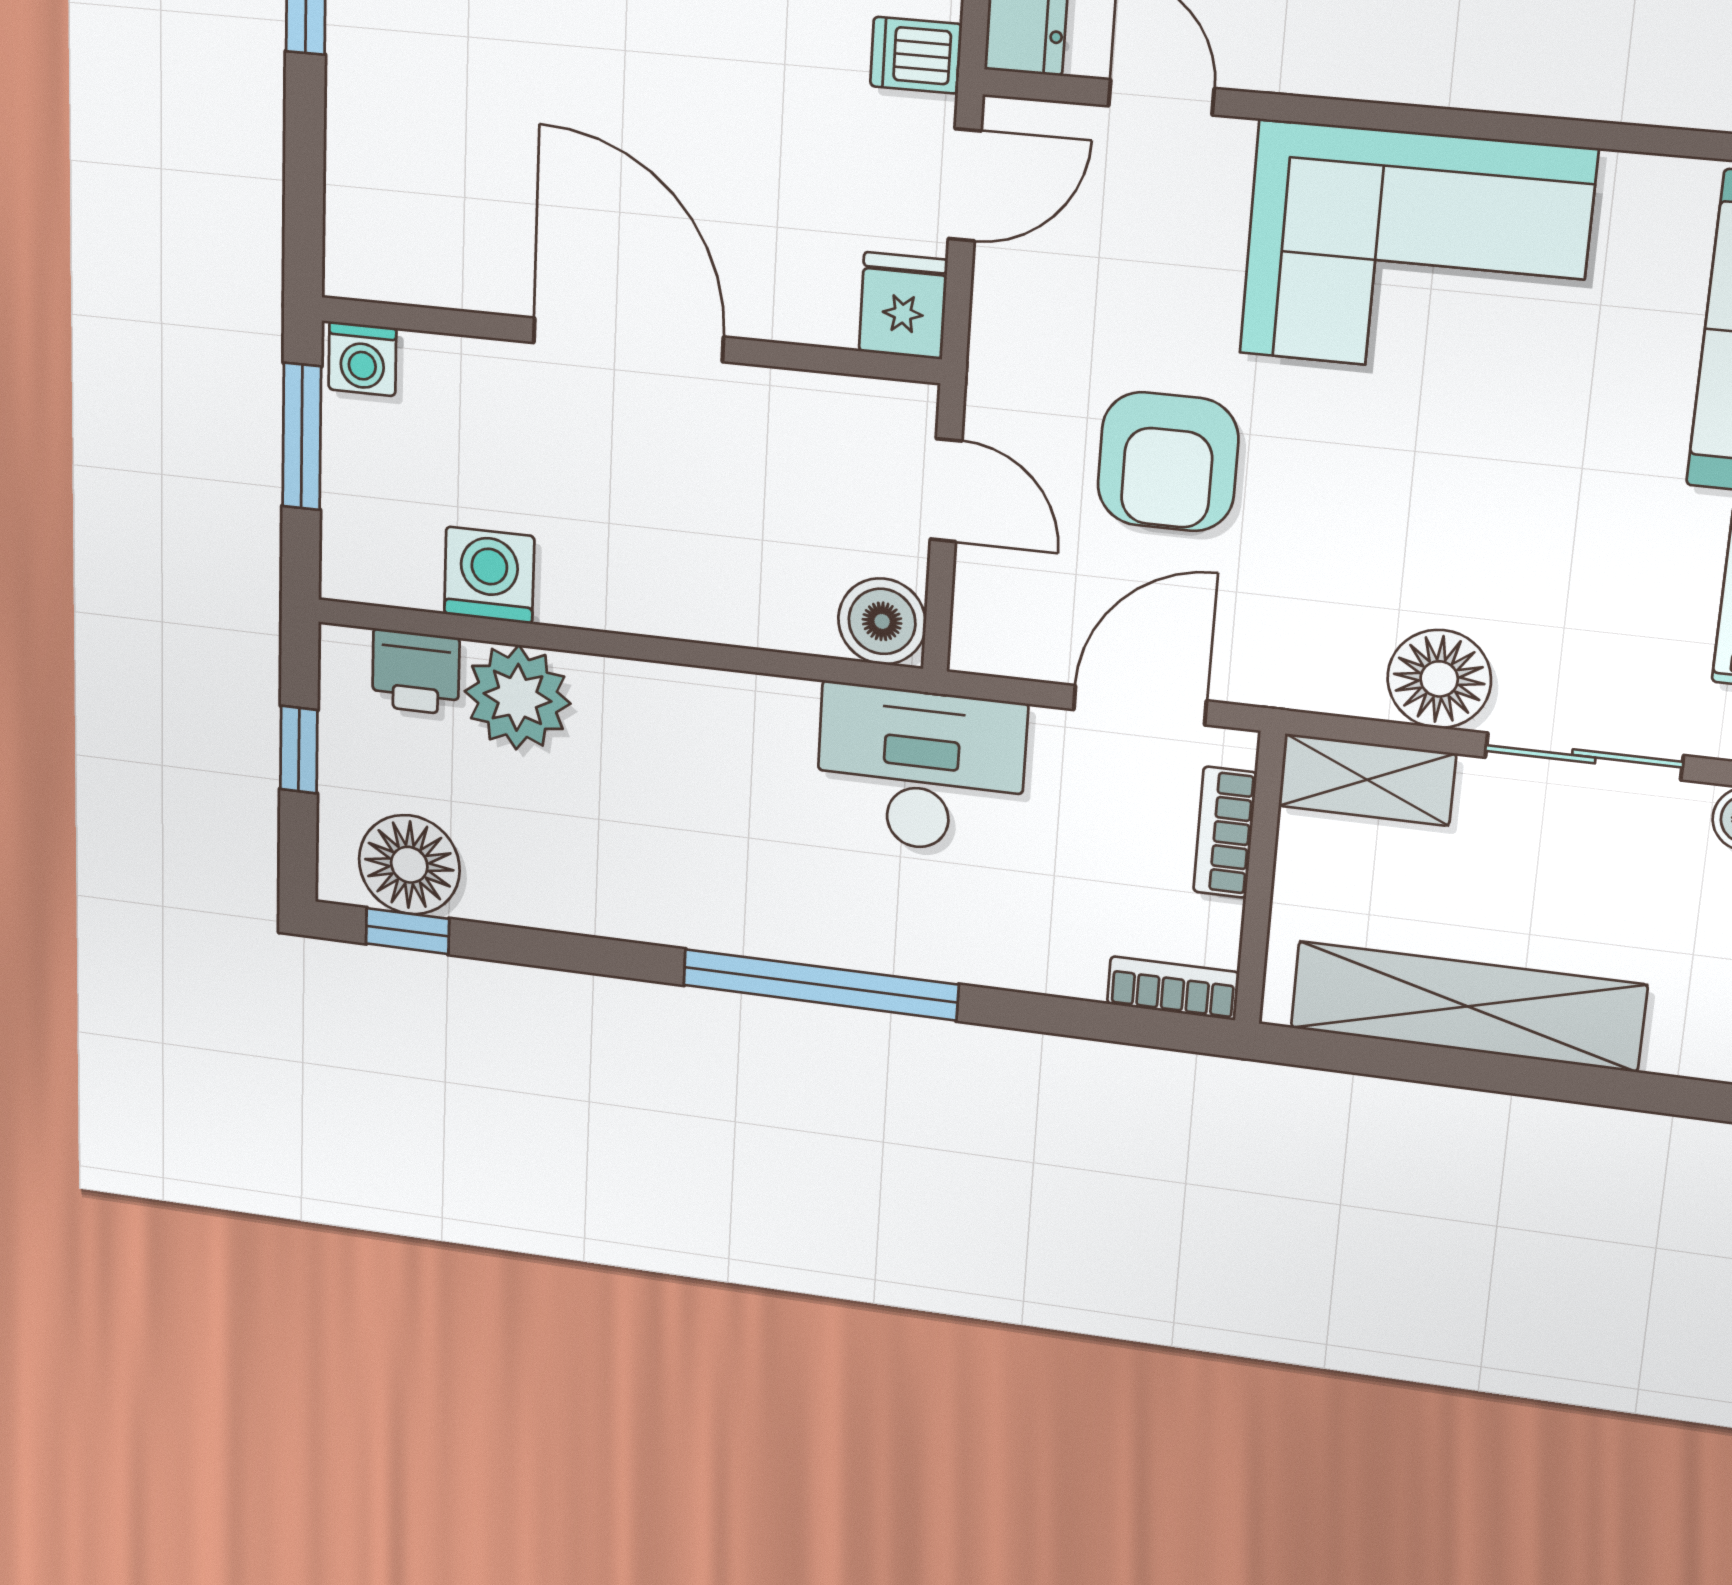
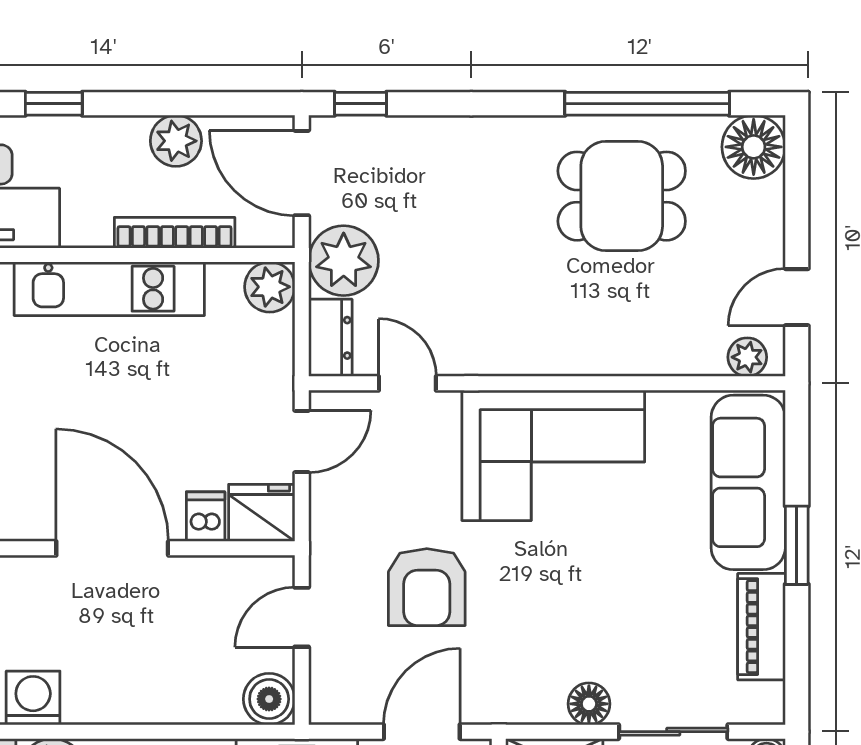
dishwasher: (916, 55) -> (206, 517), moved, turned 90
fridge: (903, 306) -> (262, 513), width x1.38
door: (946, 490) -> (302, 617), swing flipped
floor lamp: (1439, 679) -> (589, 704), width x0.73, depth x0.73

